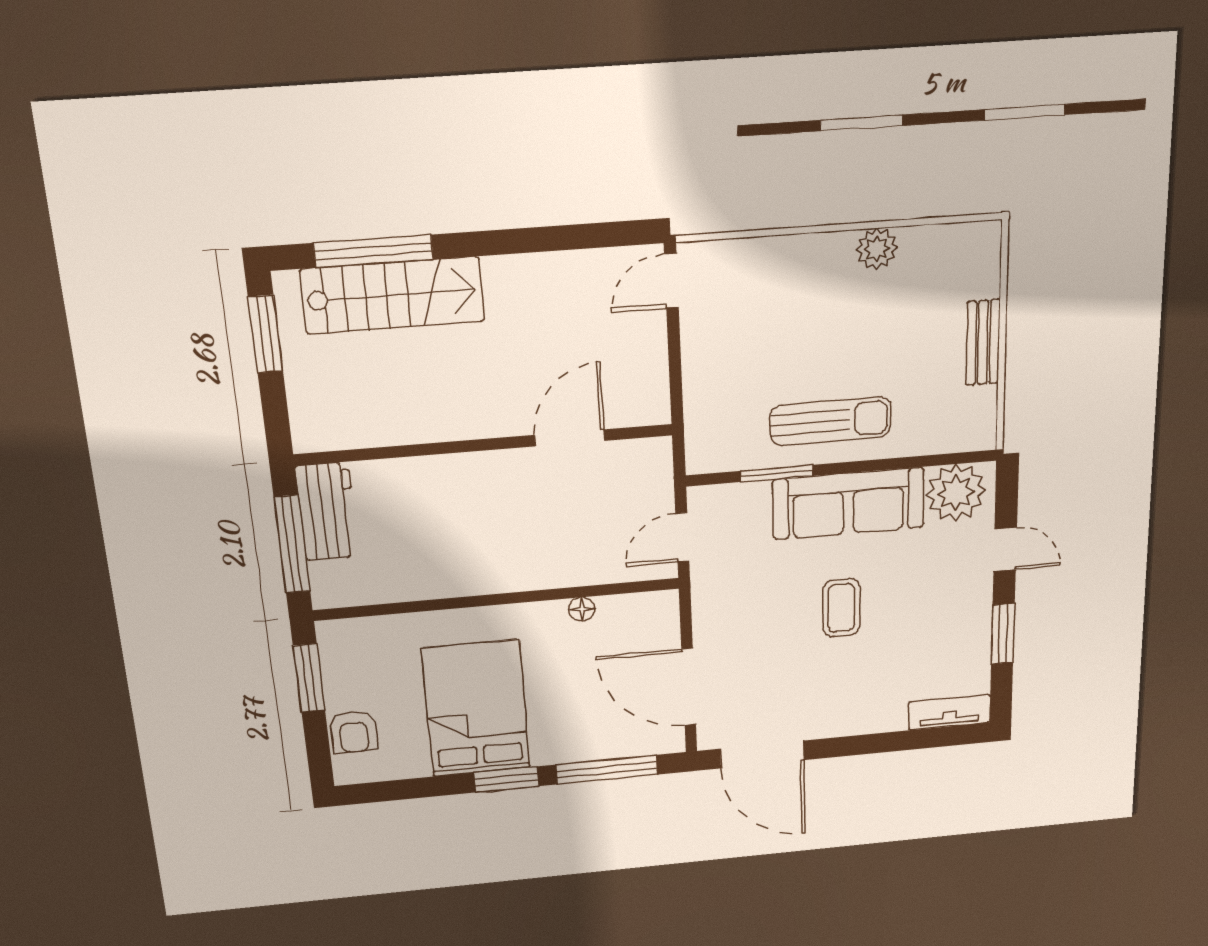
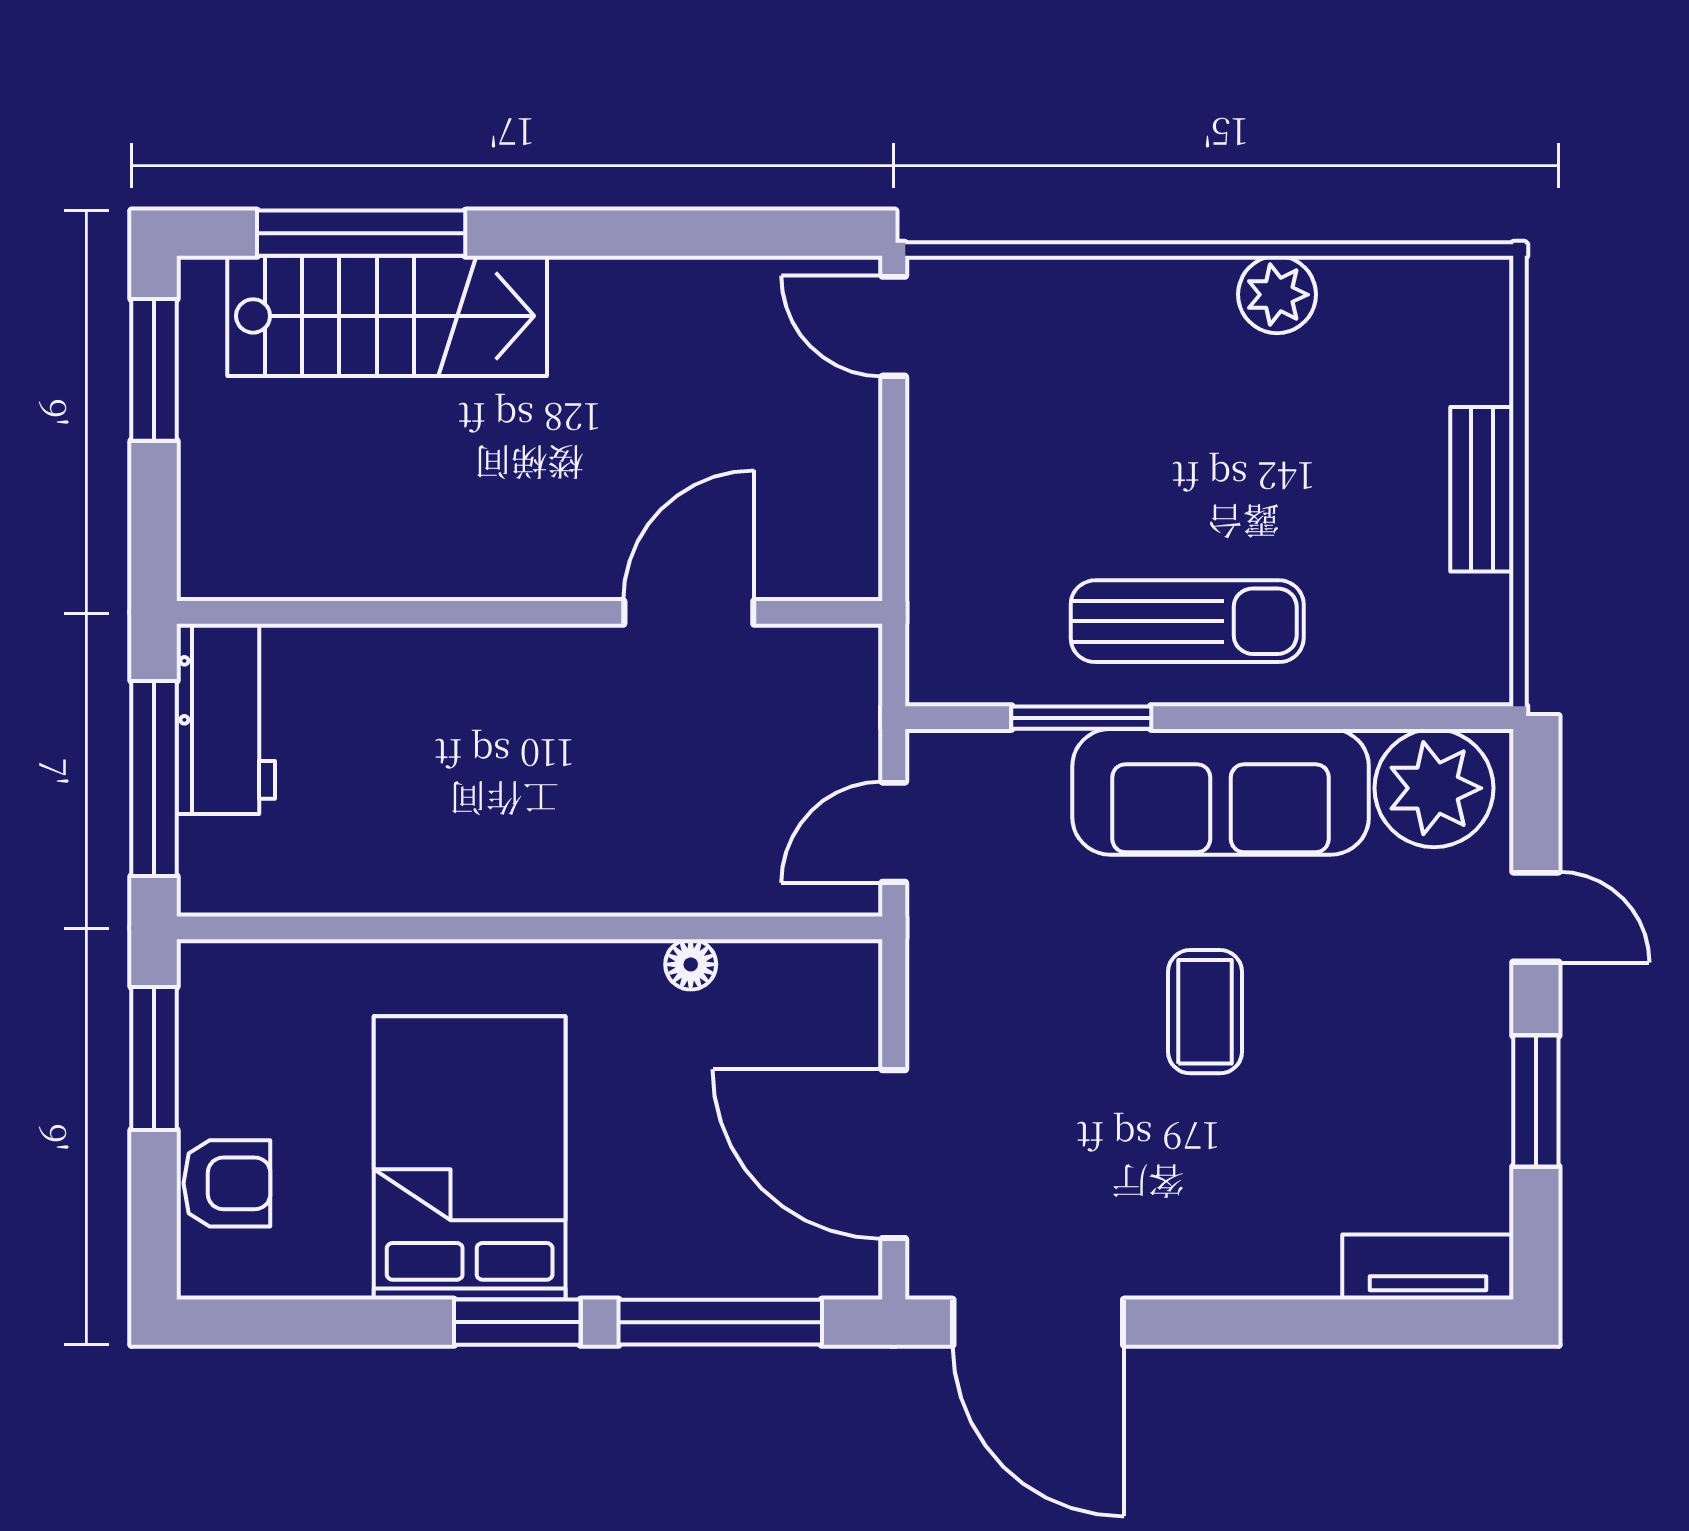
door: (671, 281) -> (894, 326), hinge flipped
armchair: (354, 732) -> (227, 1183), turned -90

